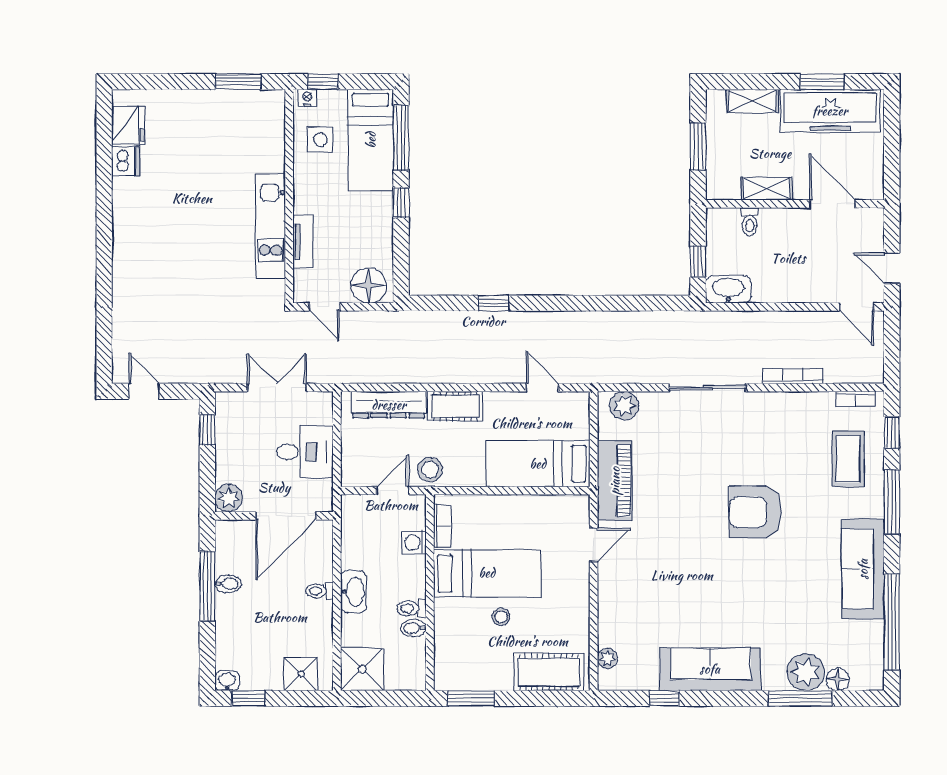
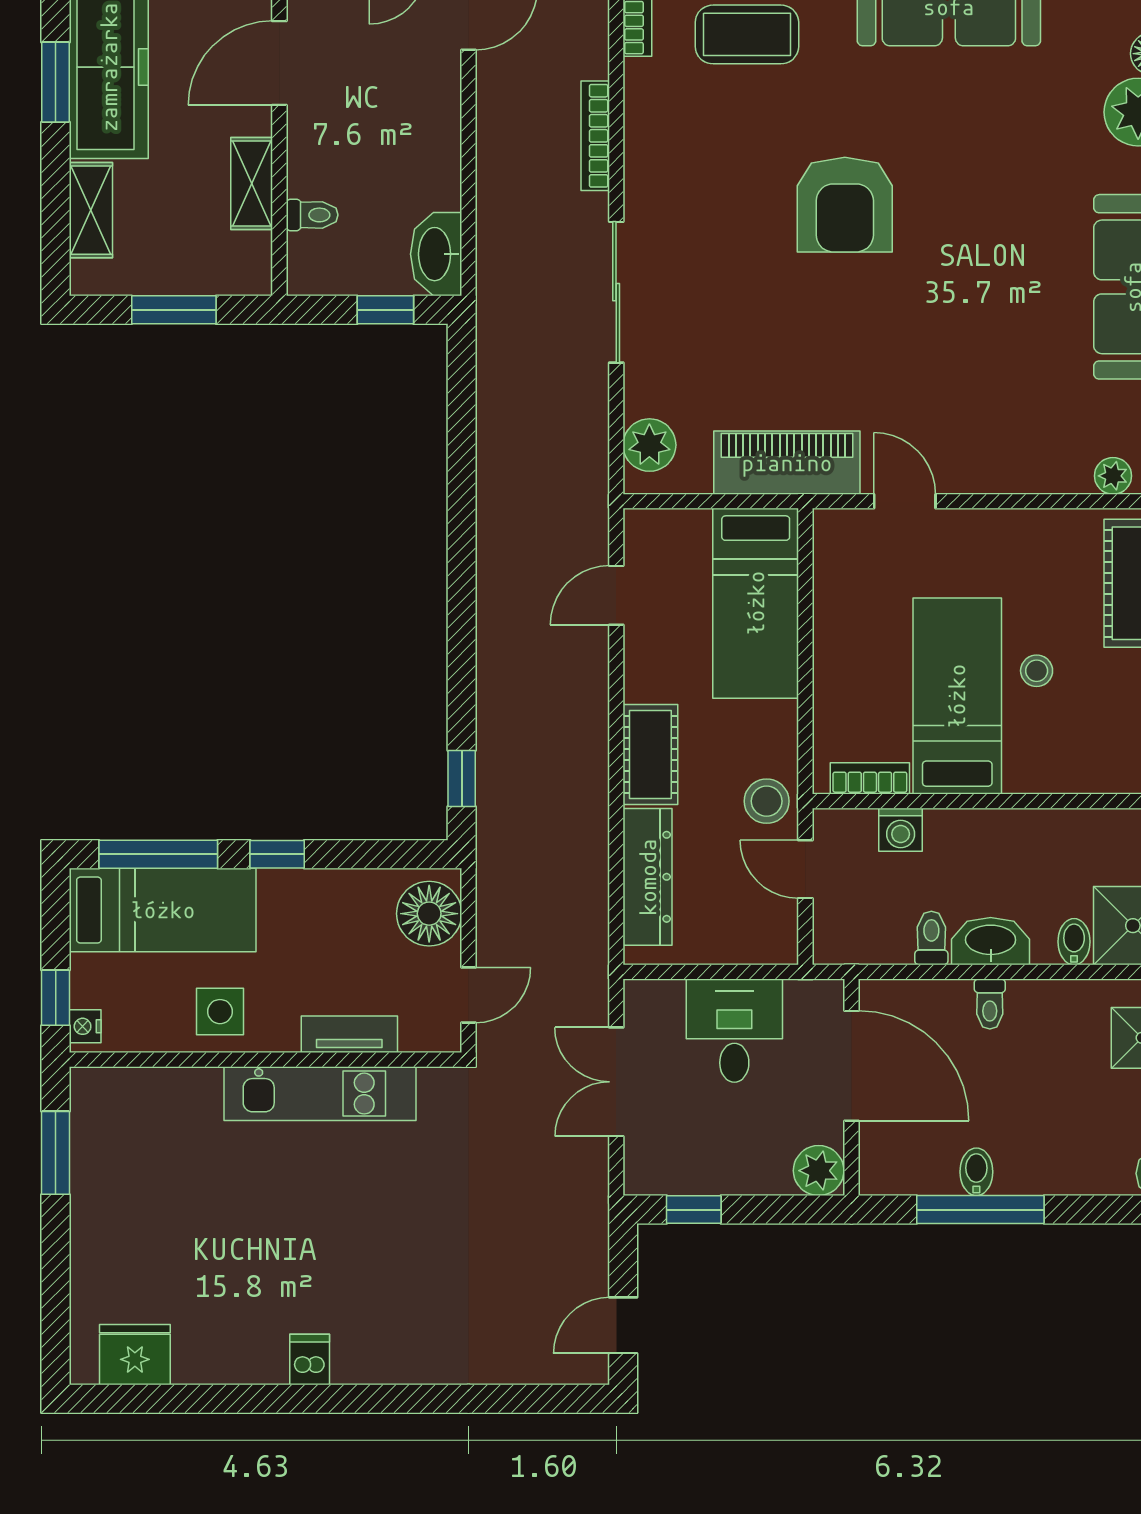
side table: (320, 140) -> (220, 1012), moved
dishwasher: (126, 161) -> (310, 1359), moved, width x0.73
window: (494, 303) -> (462, 779), moved
toilet: (411, 608) -> (931, 938), moved, turned 180
bidet: (413, 628) -> (1074, 942), moved, turned 180

